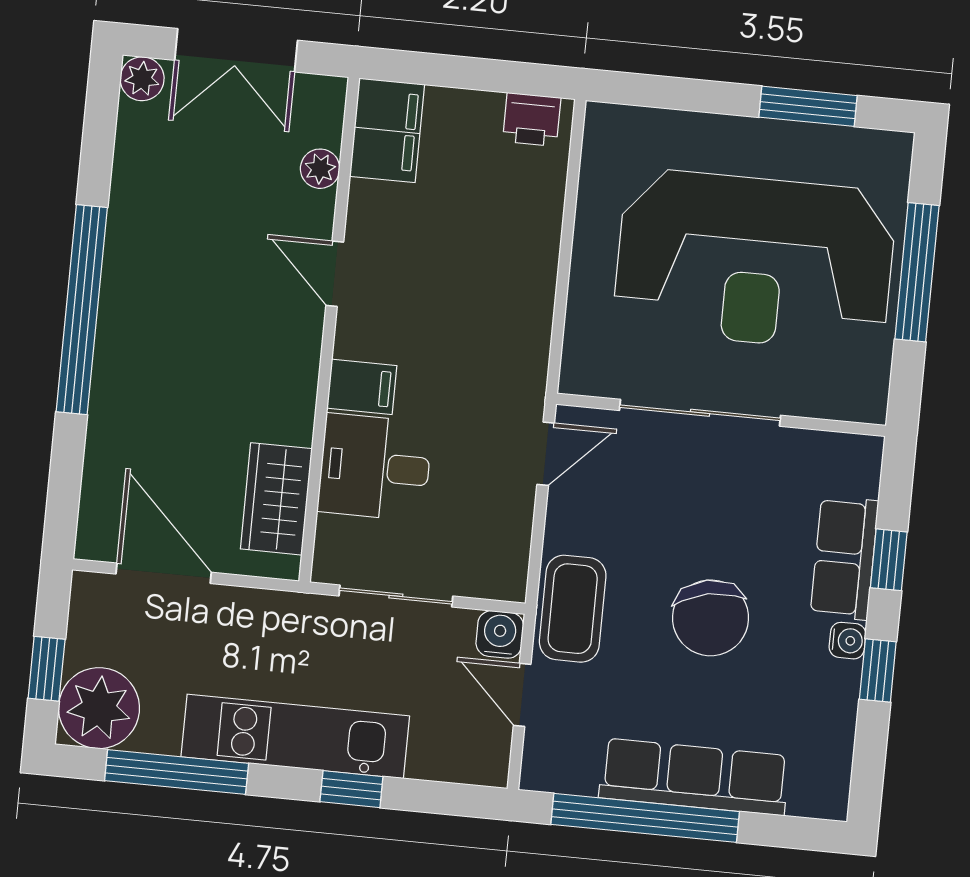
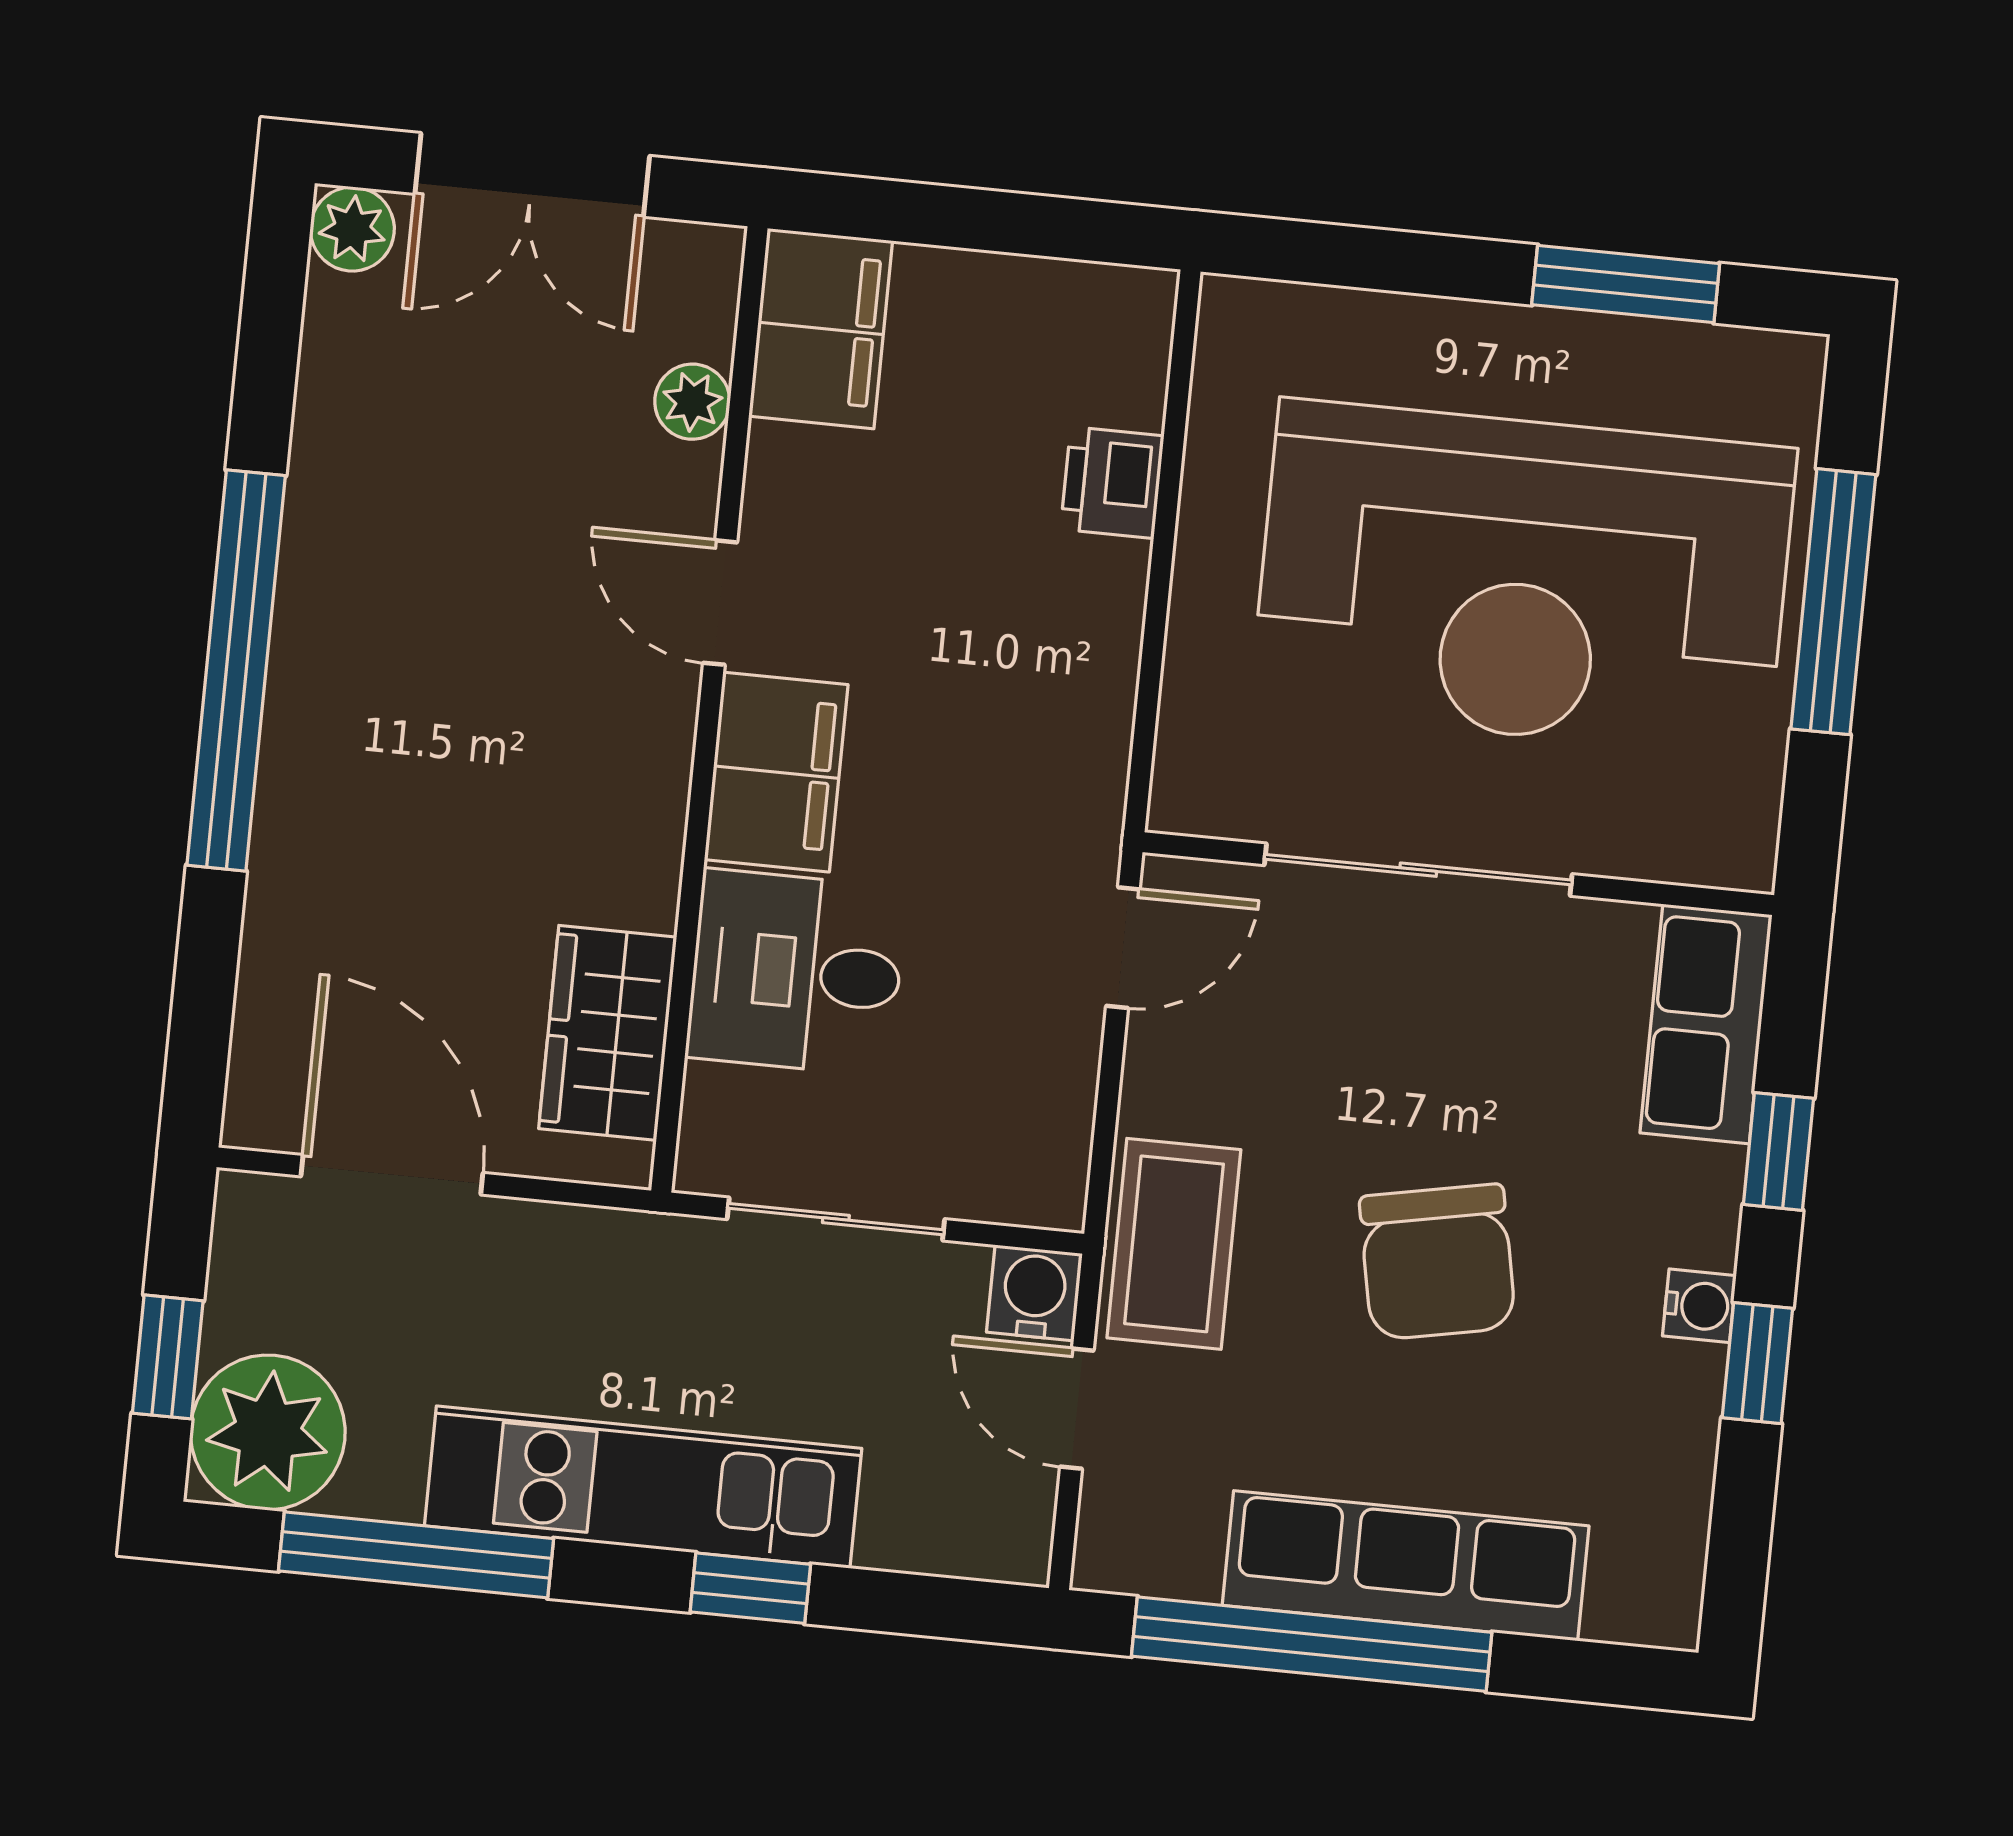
printer: (532, 120) -> (1112, 483), moved, turned 90
filing cabinet: (362, 387) -> (776, 772), width x2.00
row of seats: (844, 558) -> (1706, 1024), moved

